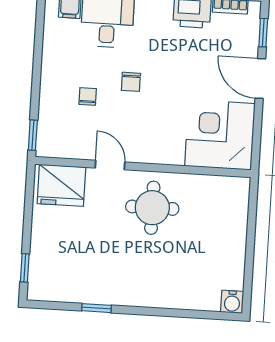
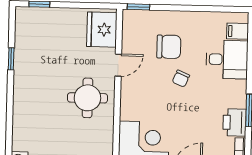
chair: (131, 82) -> (181, 79), turned -67
chair: (88, 96) -> (169, 47), width x1.87, depth x1.87

